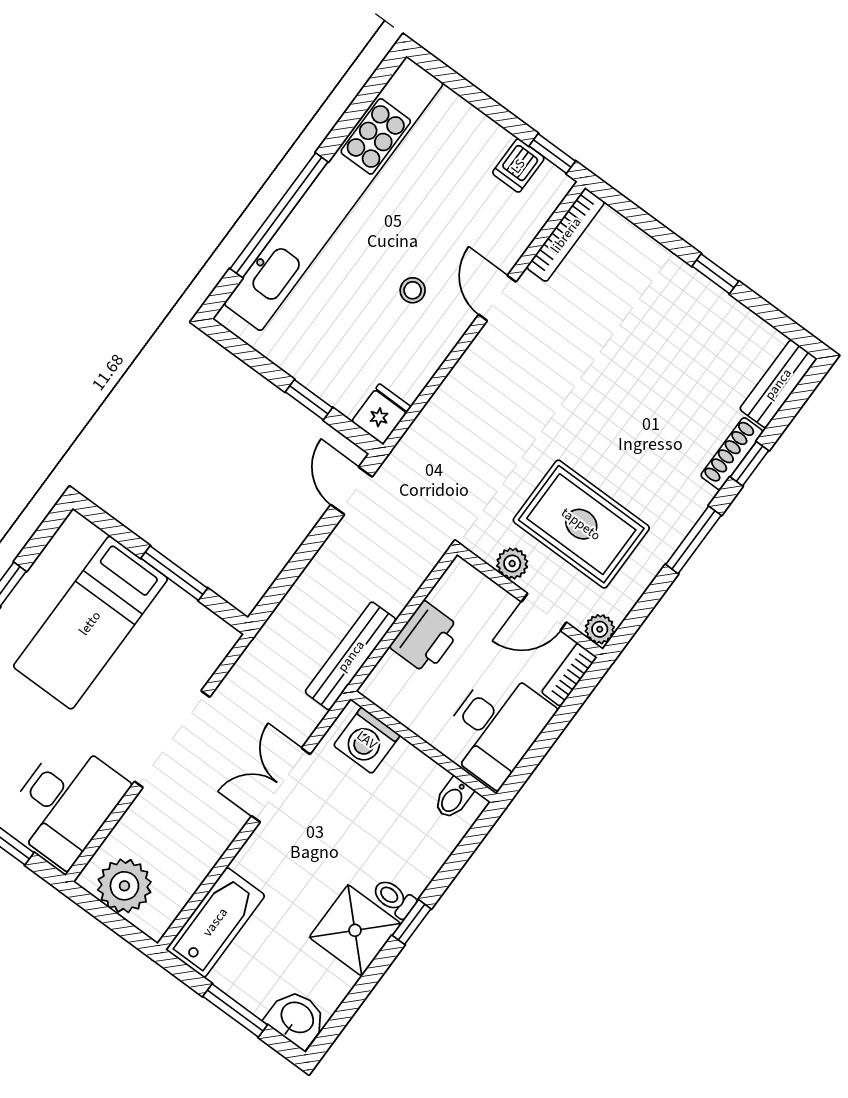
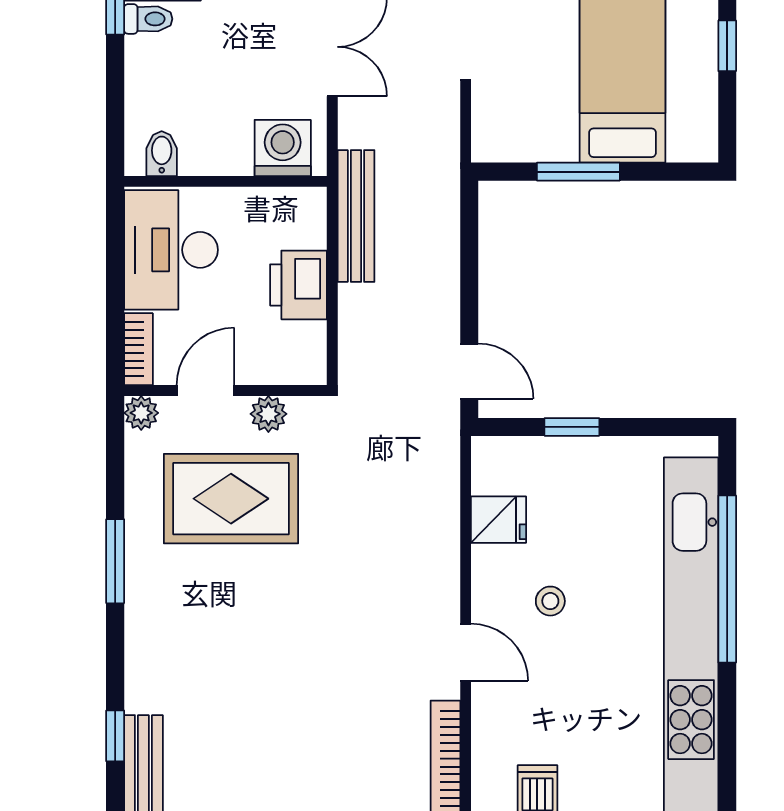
fridge: (381, 414) -> (499, 520), moved, turned -90
shoe rack: (732, 454) -> (139, 668), removed
window: (750, 464) -> (115, 736), moved

